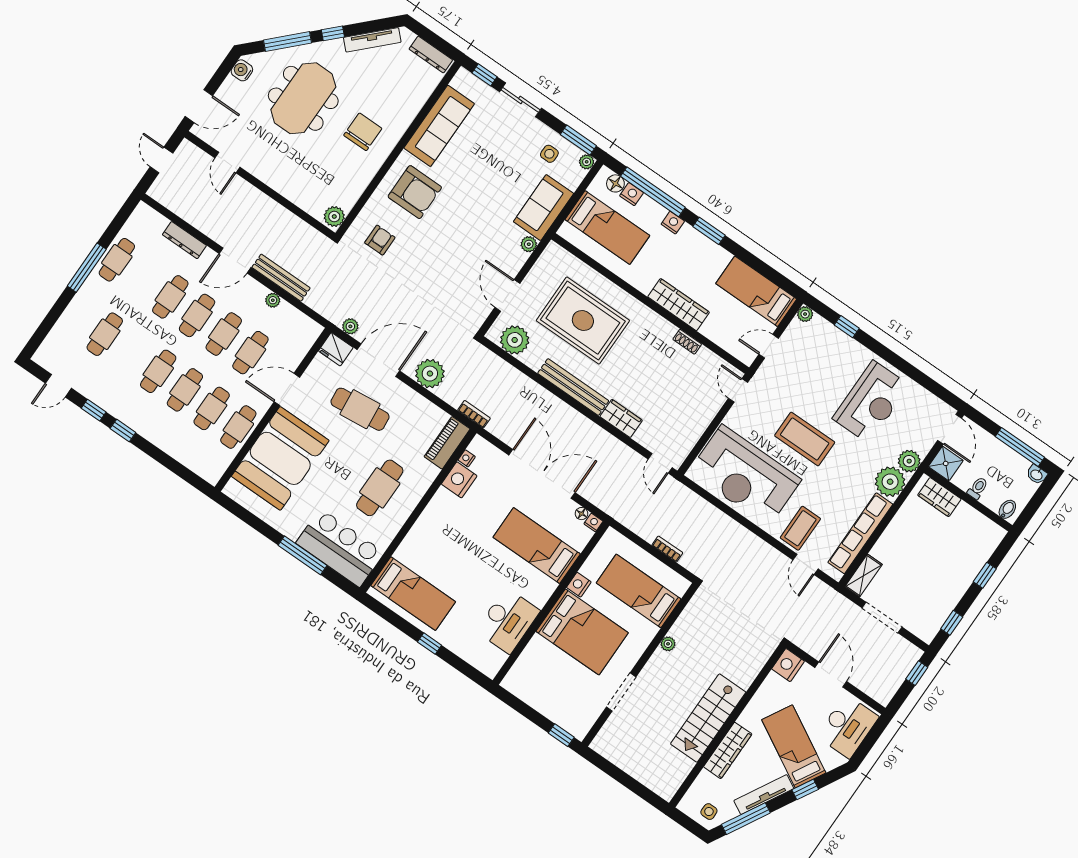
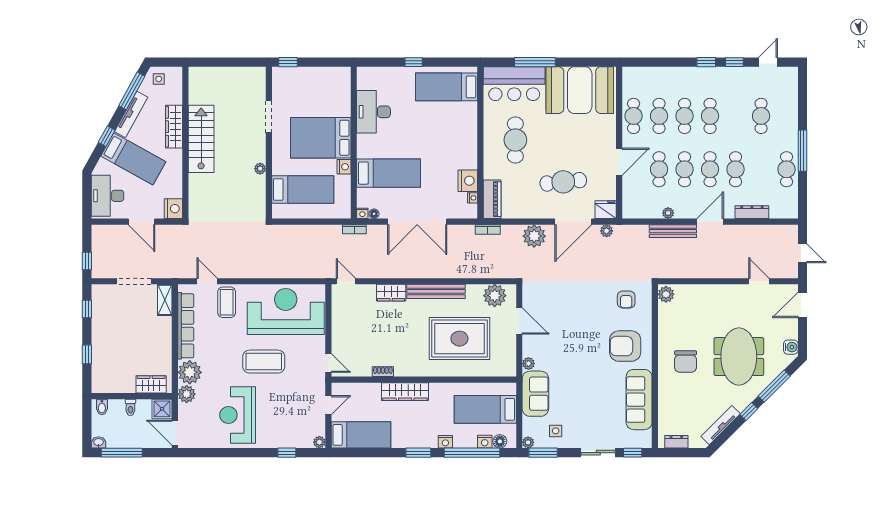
dresser: (431, 55) -> (676, 442), width x0.70
booth: (280, 458) -> (580, 90), moved, turned 90
bookcase: (667, 549) -> (354, 229), moved

